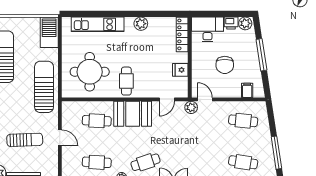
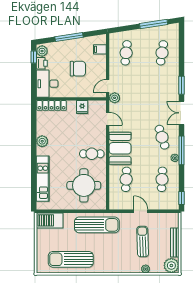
window: (238, 14) -> (34, 57), added
sun lounger: (44, 87) -> (97, 225), turned 180
door: (60, 138) -> (141, 211), hinge flipped

